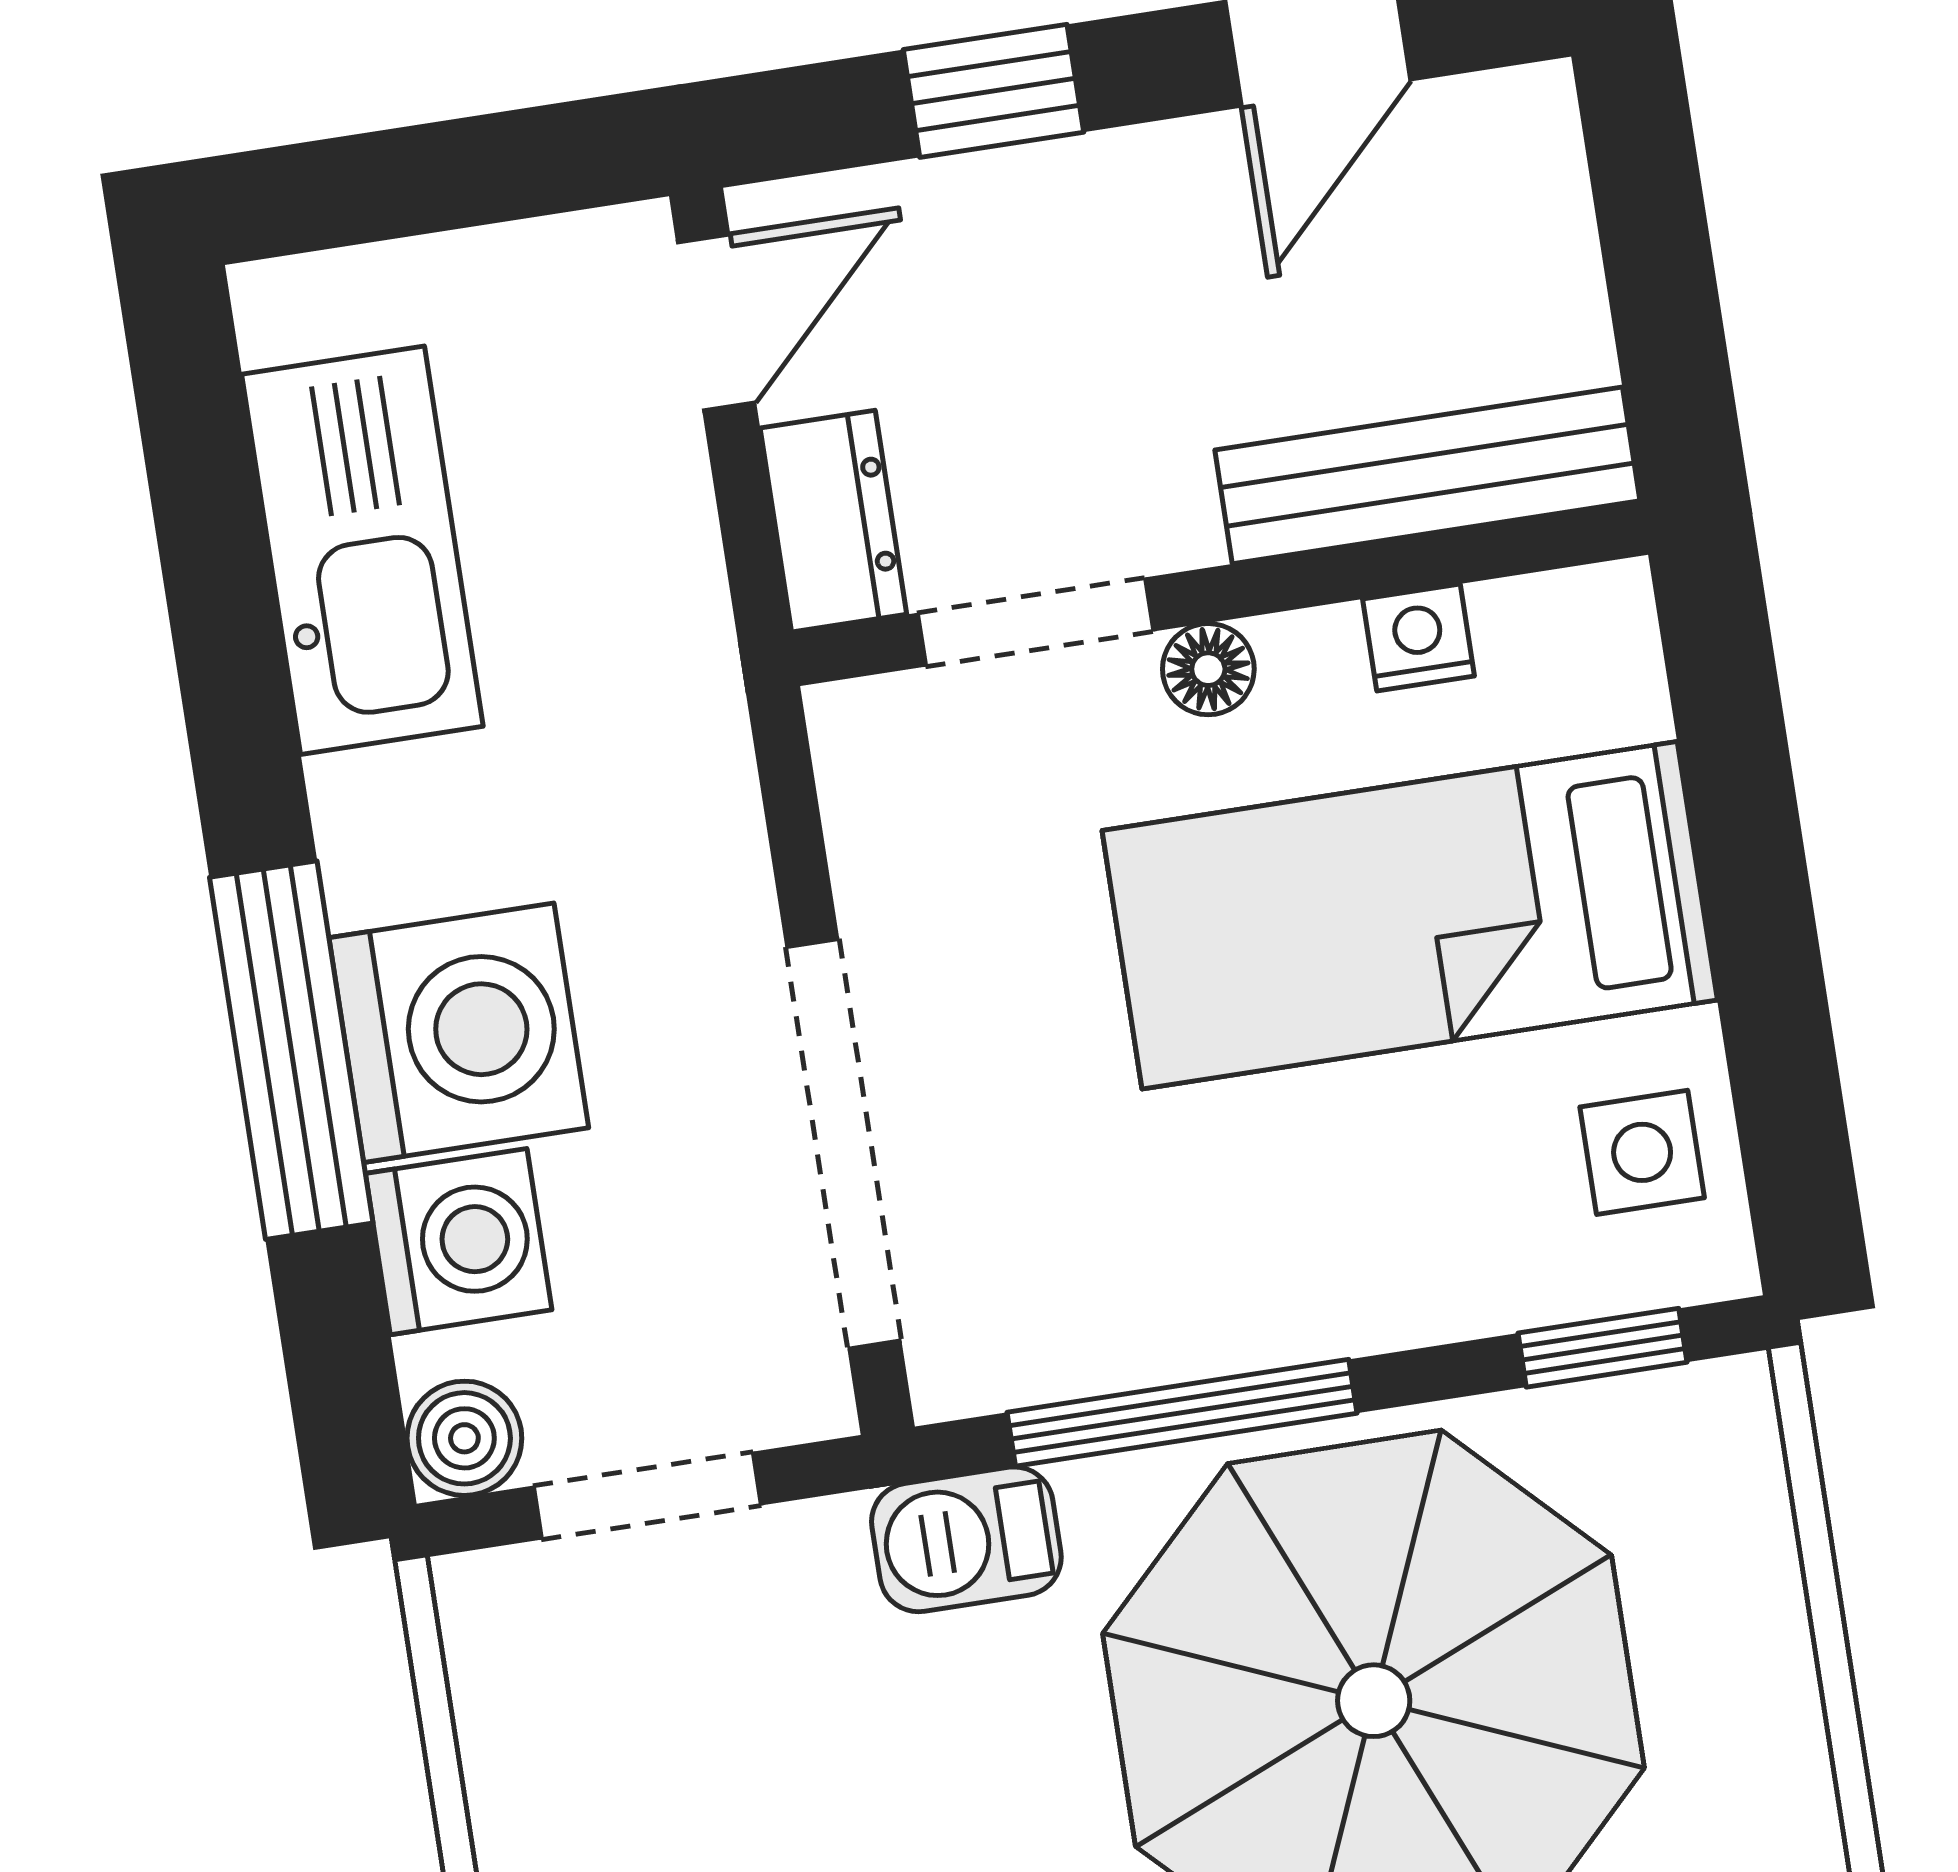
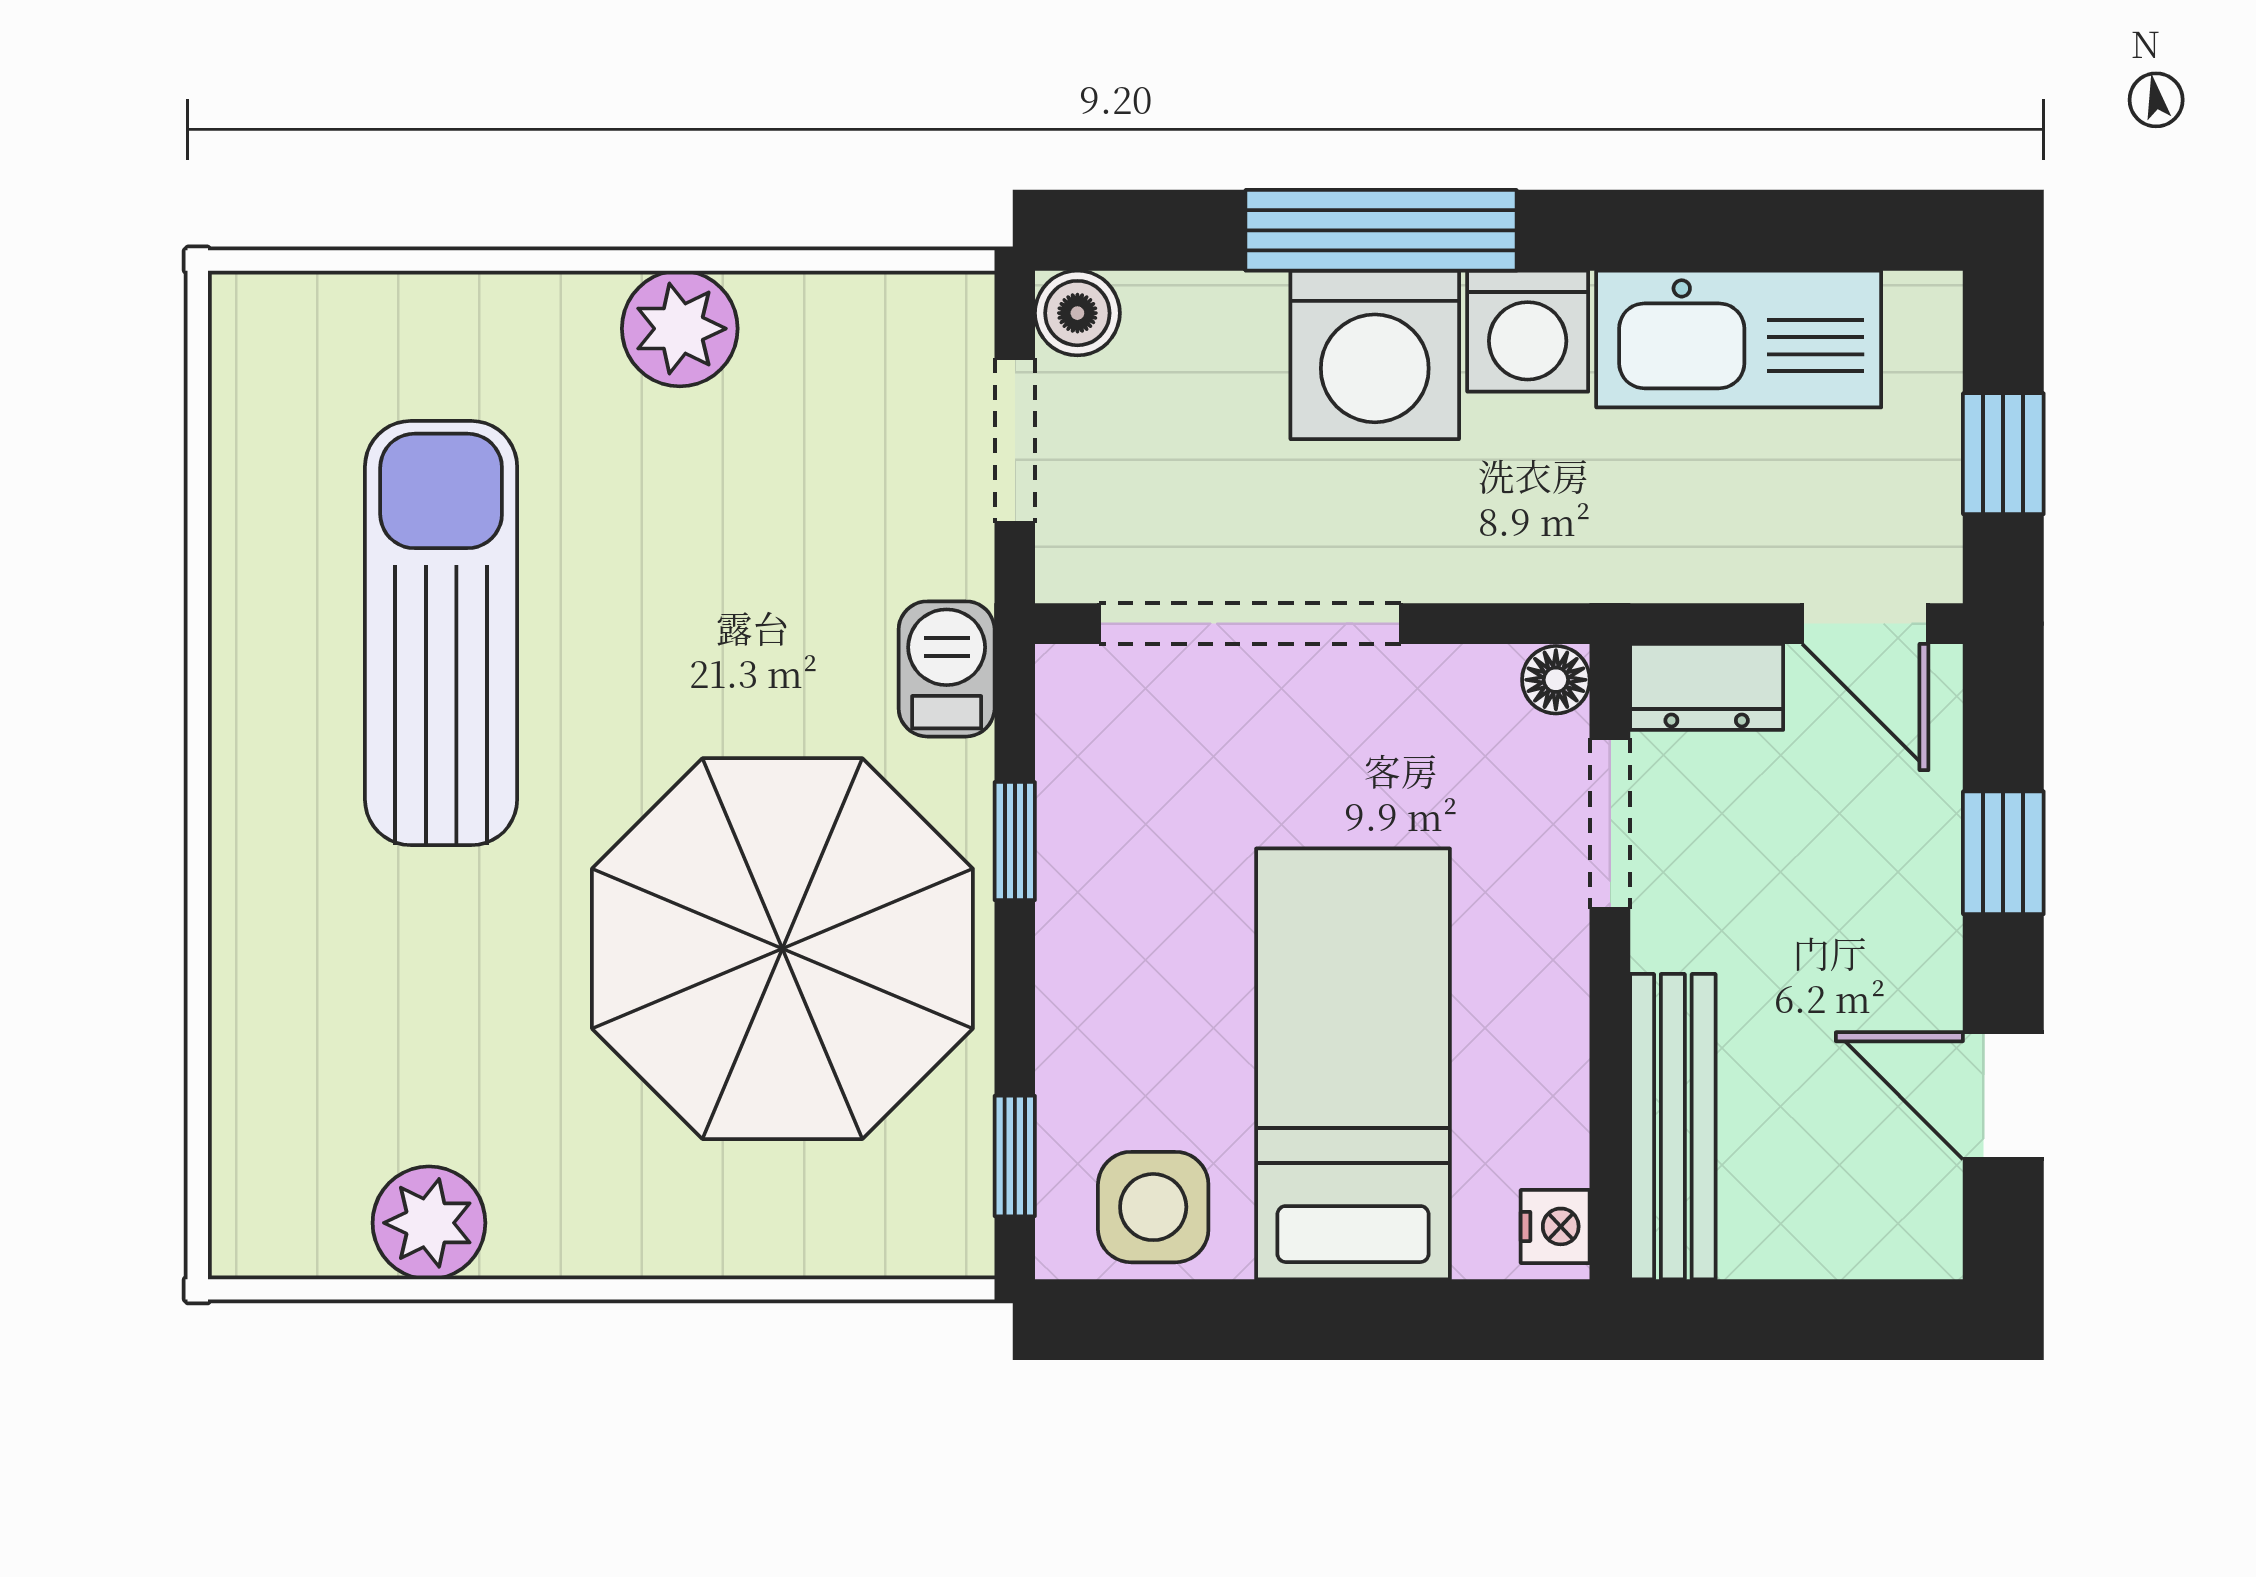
window: (461, 173) -> (2003, 454), added
nightstand: (1418, 638) -> (1555, 1226), moved
floor lamp: (1208, 669) -> (1556, 680), moved
side table: (1642, 1152) -> (1153, 1207), width x1.37, depth x1.37
washing machine: (459, 1242) -> (1528, 331), moved
window: (1182, 1413) -> (1015, 841), width x0.46

